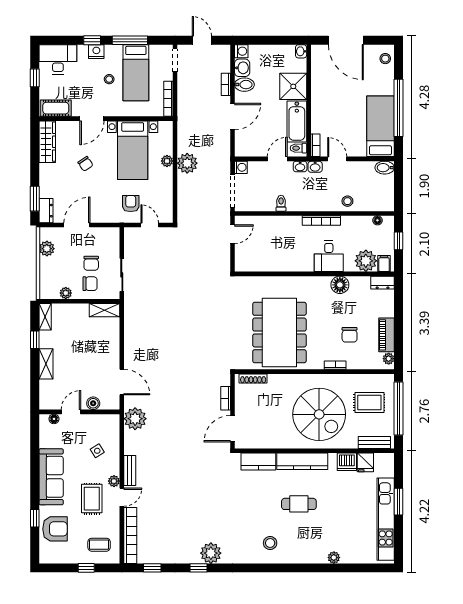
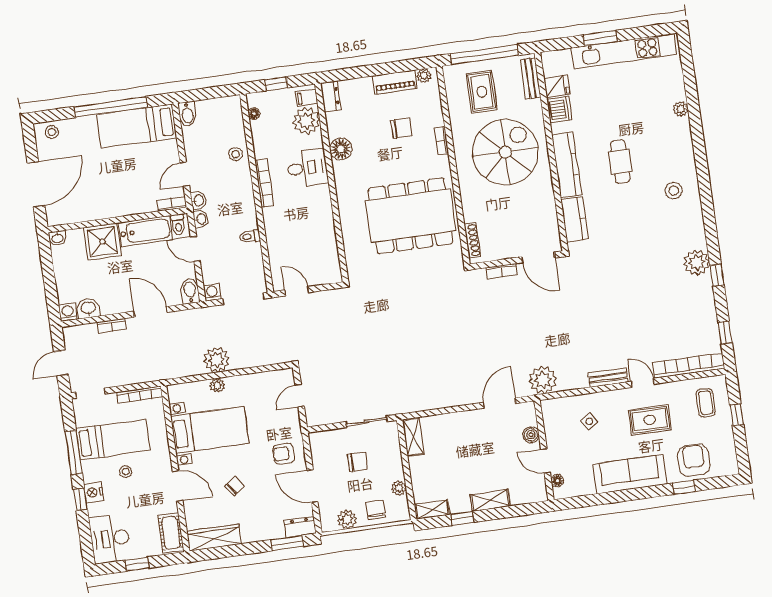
bidet: (244, 85) -> (190, 291), moved
armchair: (131, 204) -> (284, 454), moved
chair: (90, 284) -> (376, 510), moved
plant: (114, 481) -> (624, 395), removed

